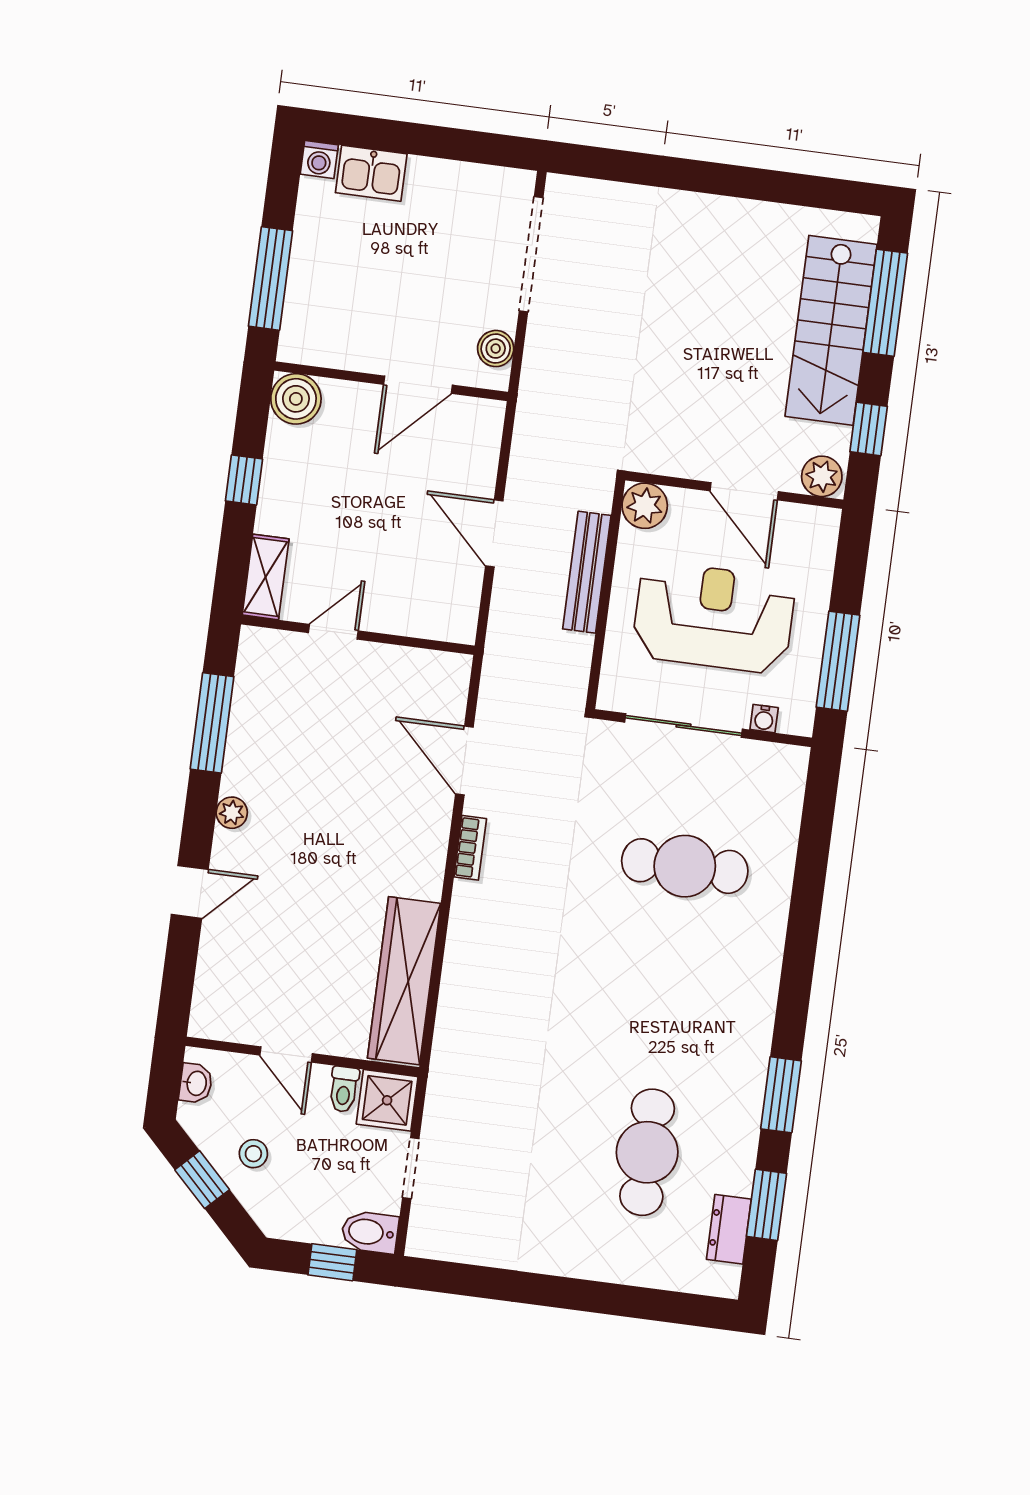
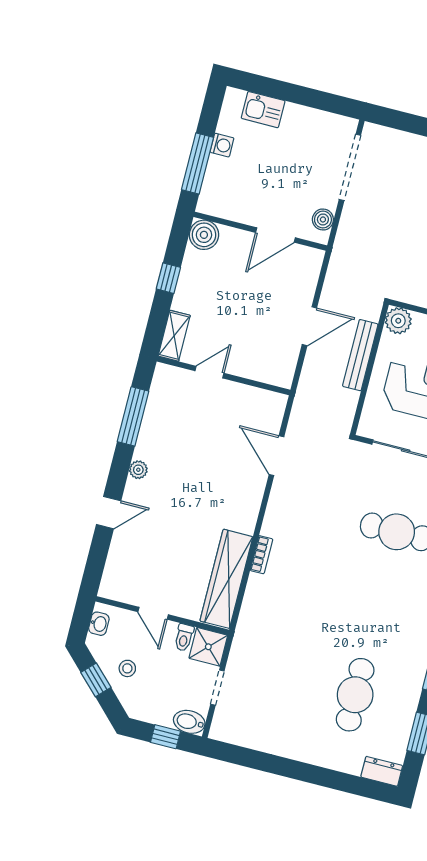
washing machine: (319, 159) -> (222, 145), moved, turned -90
door: (494, 533) -> (309, 326), swing flipped
bookcase: (470, 848) -> (261, 555), moved
dresser: (729, 1229) -> (382, 771), moved, turned 90

